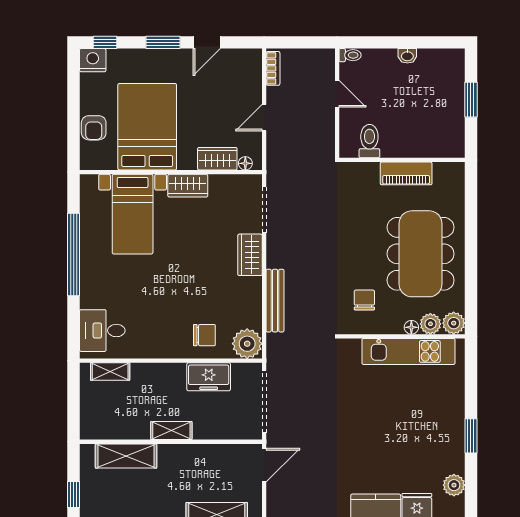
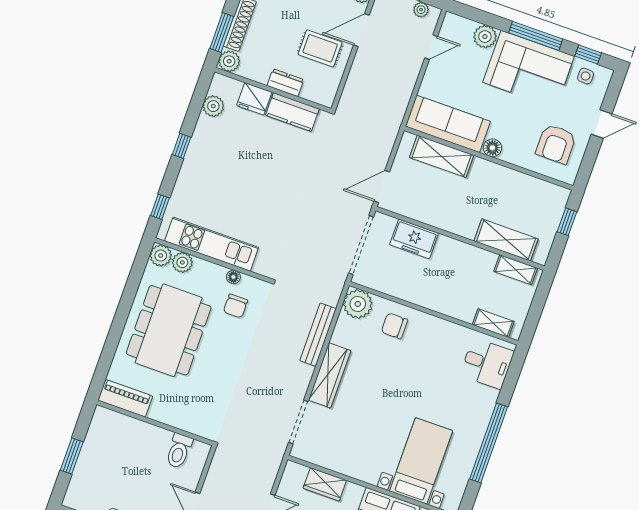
floor lamp: (245, 163) -> (300, 471), removed
piano: (406, 173) -> (125, 398), moved
wardrobe: (188, 186) -> (361, 469), removed
wardrobe: (250, 255) -> (330, 375), width x1.50
floor lamp: (411, 327) -> (233, 277), moved
window: (471, 370) -> (160, 207), added
freezer: (209, 377) -> (414, 239), moved, turned 180
shelving: (171, 431) -> (516, 270), moved
window: (471, 436) -> (182, 146), width x0.67

